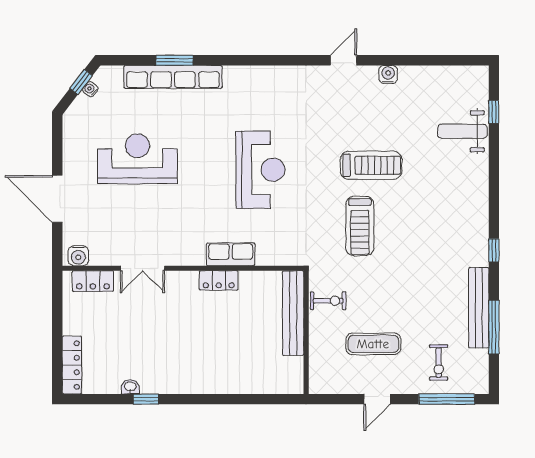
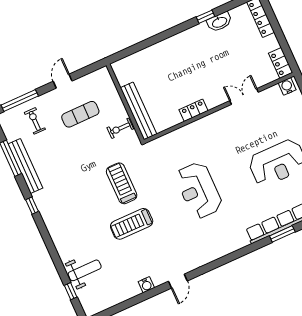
row of seats: (231, 254) -> (193, 130), removed
locker: (93, 281) -> (281, 63), moved, turned -90
washbasin: (130, 387) -> (219, 22), width x1.91, depth x1.45

